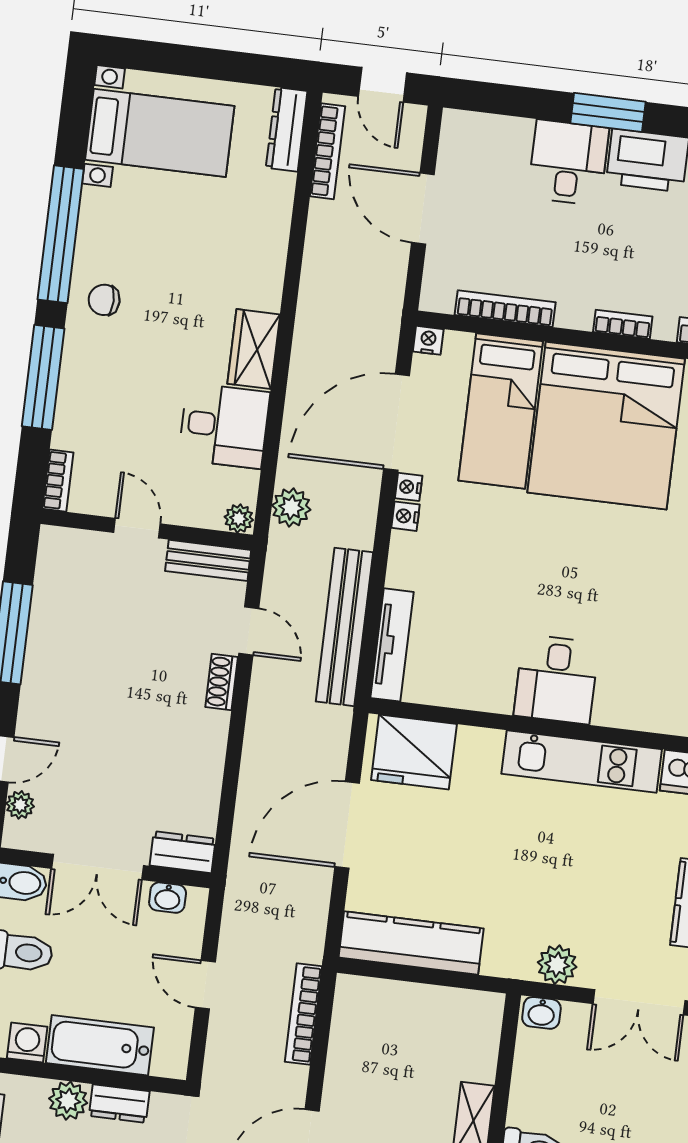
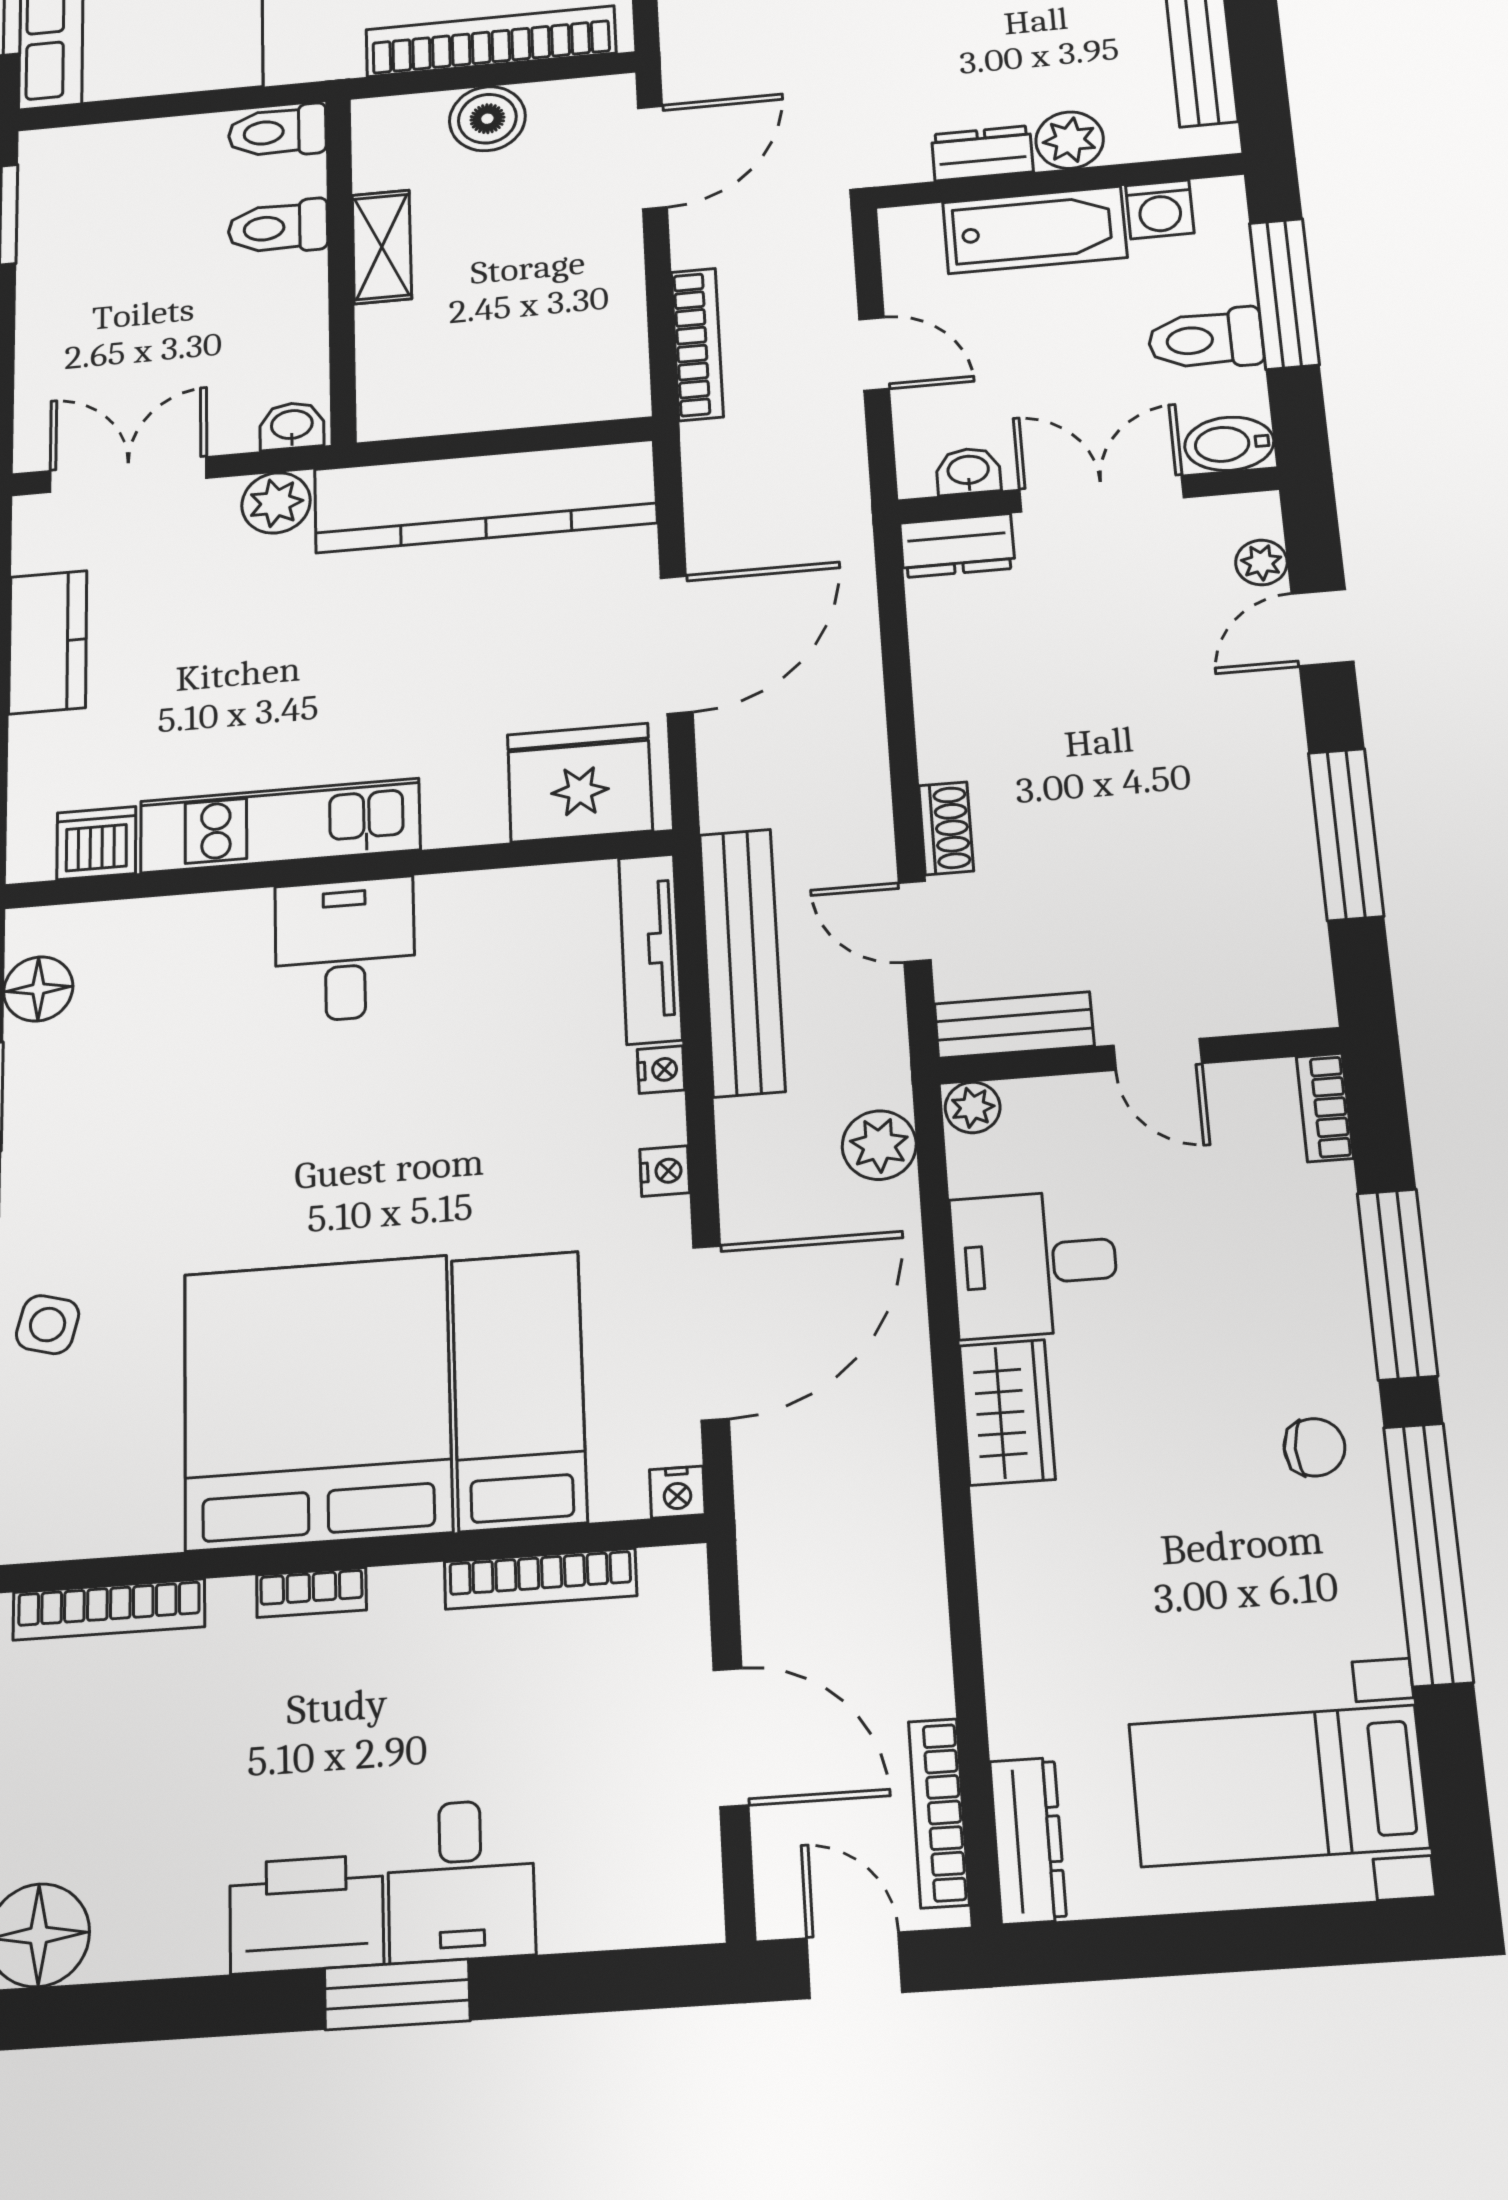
nightstand: (409, 487) -> (661, 1070), moved
kitchen counter: (411, 943) -> (485, 496), width x1.39, depth x1.17

